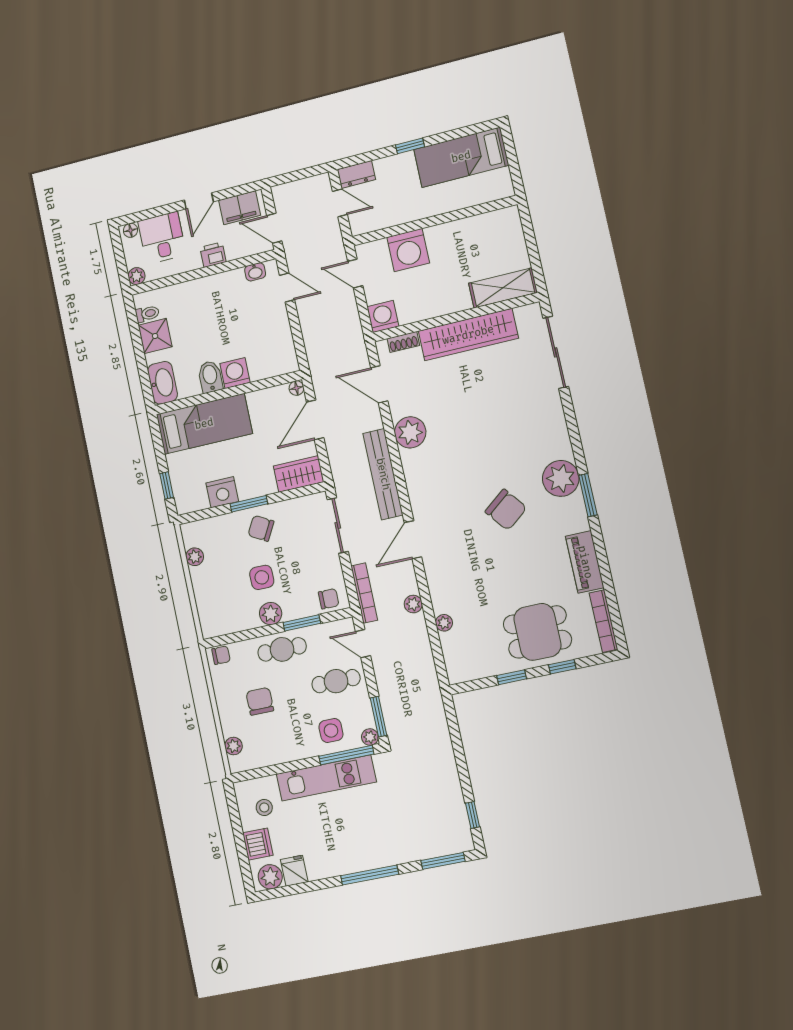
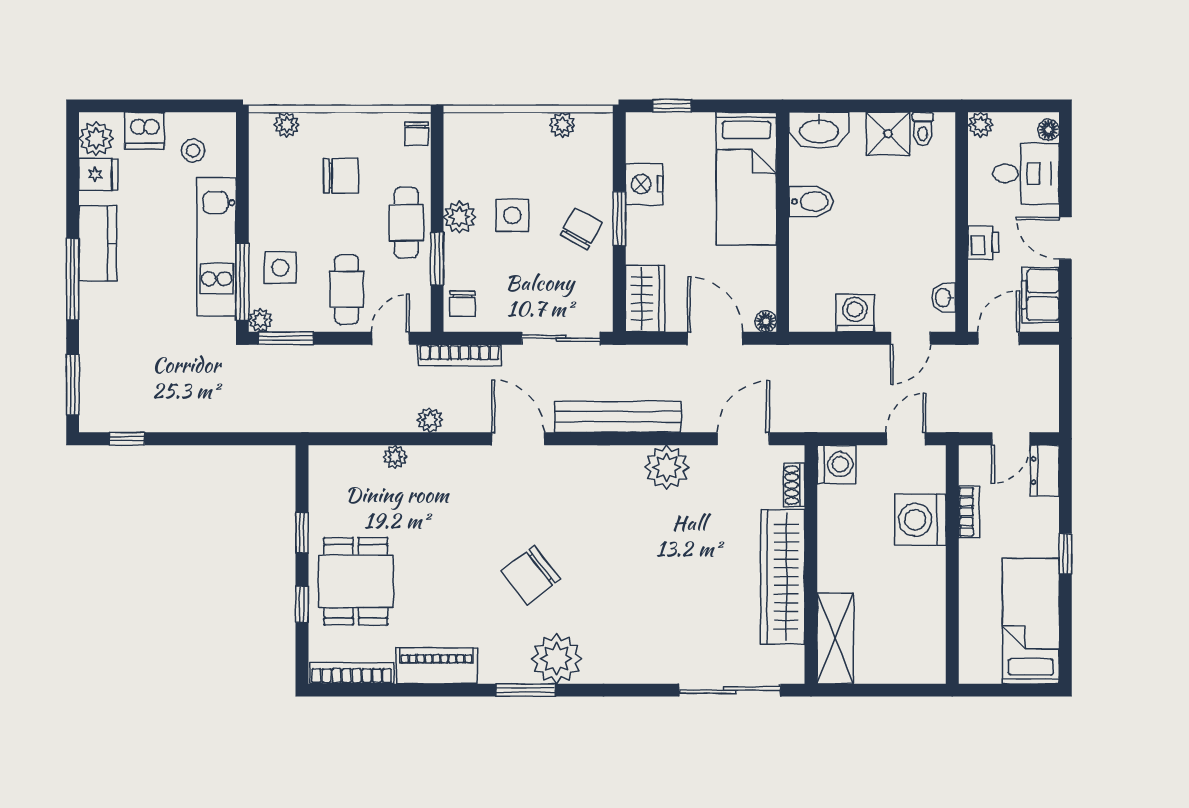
bookcase: (396, 218) -> (969, 512), added
washing machine: (235, 373) -> (855, 313), moved, turned -90
kitchen counter: (341, 862) -> (98, 243), added

